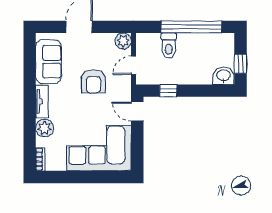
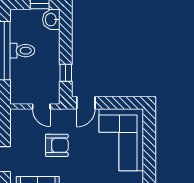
plant: (123, 41) -> (18, 116), removed
toilet: (169, 46) -> (22, 51), moved

